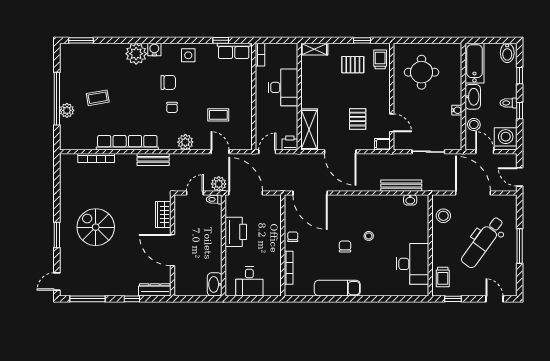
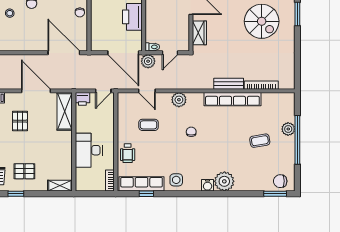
row of seats: (234, 51) -> (142, 184), width x1.48
chair: (168, 82) -> (280, 181), moved
wheelchair: (241, 84) -> (128, 153), added
bench: (153, 159) -> (229, 84), moved

